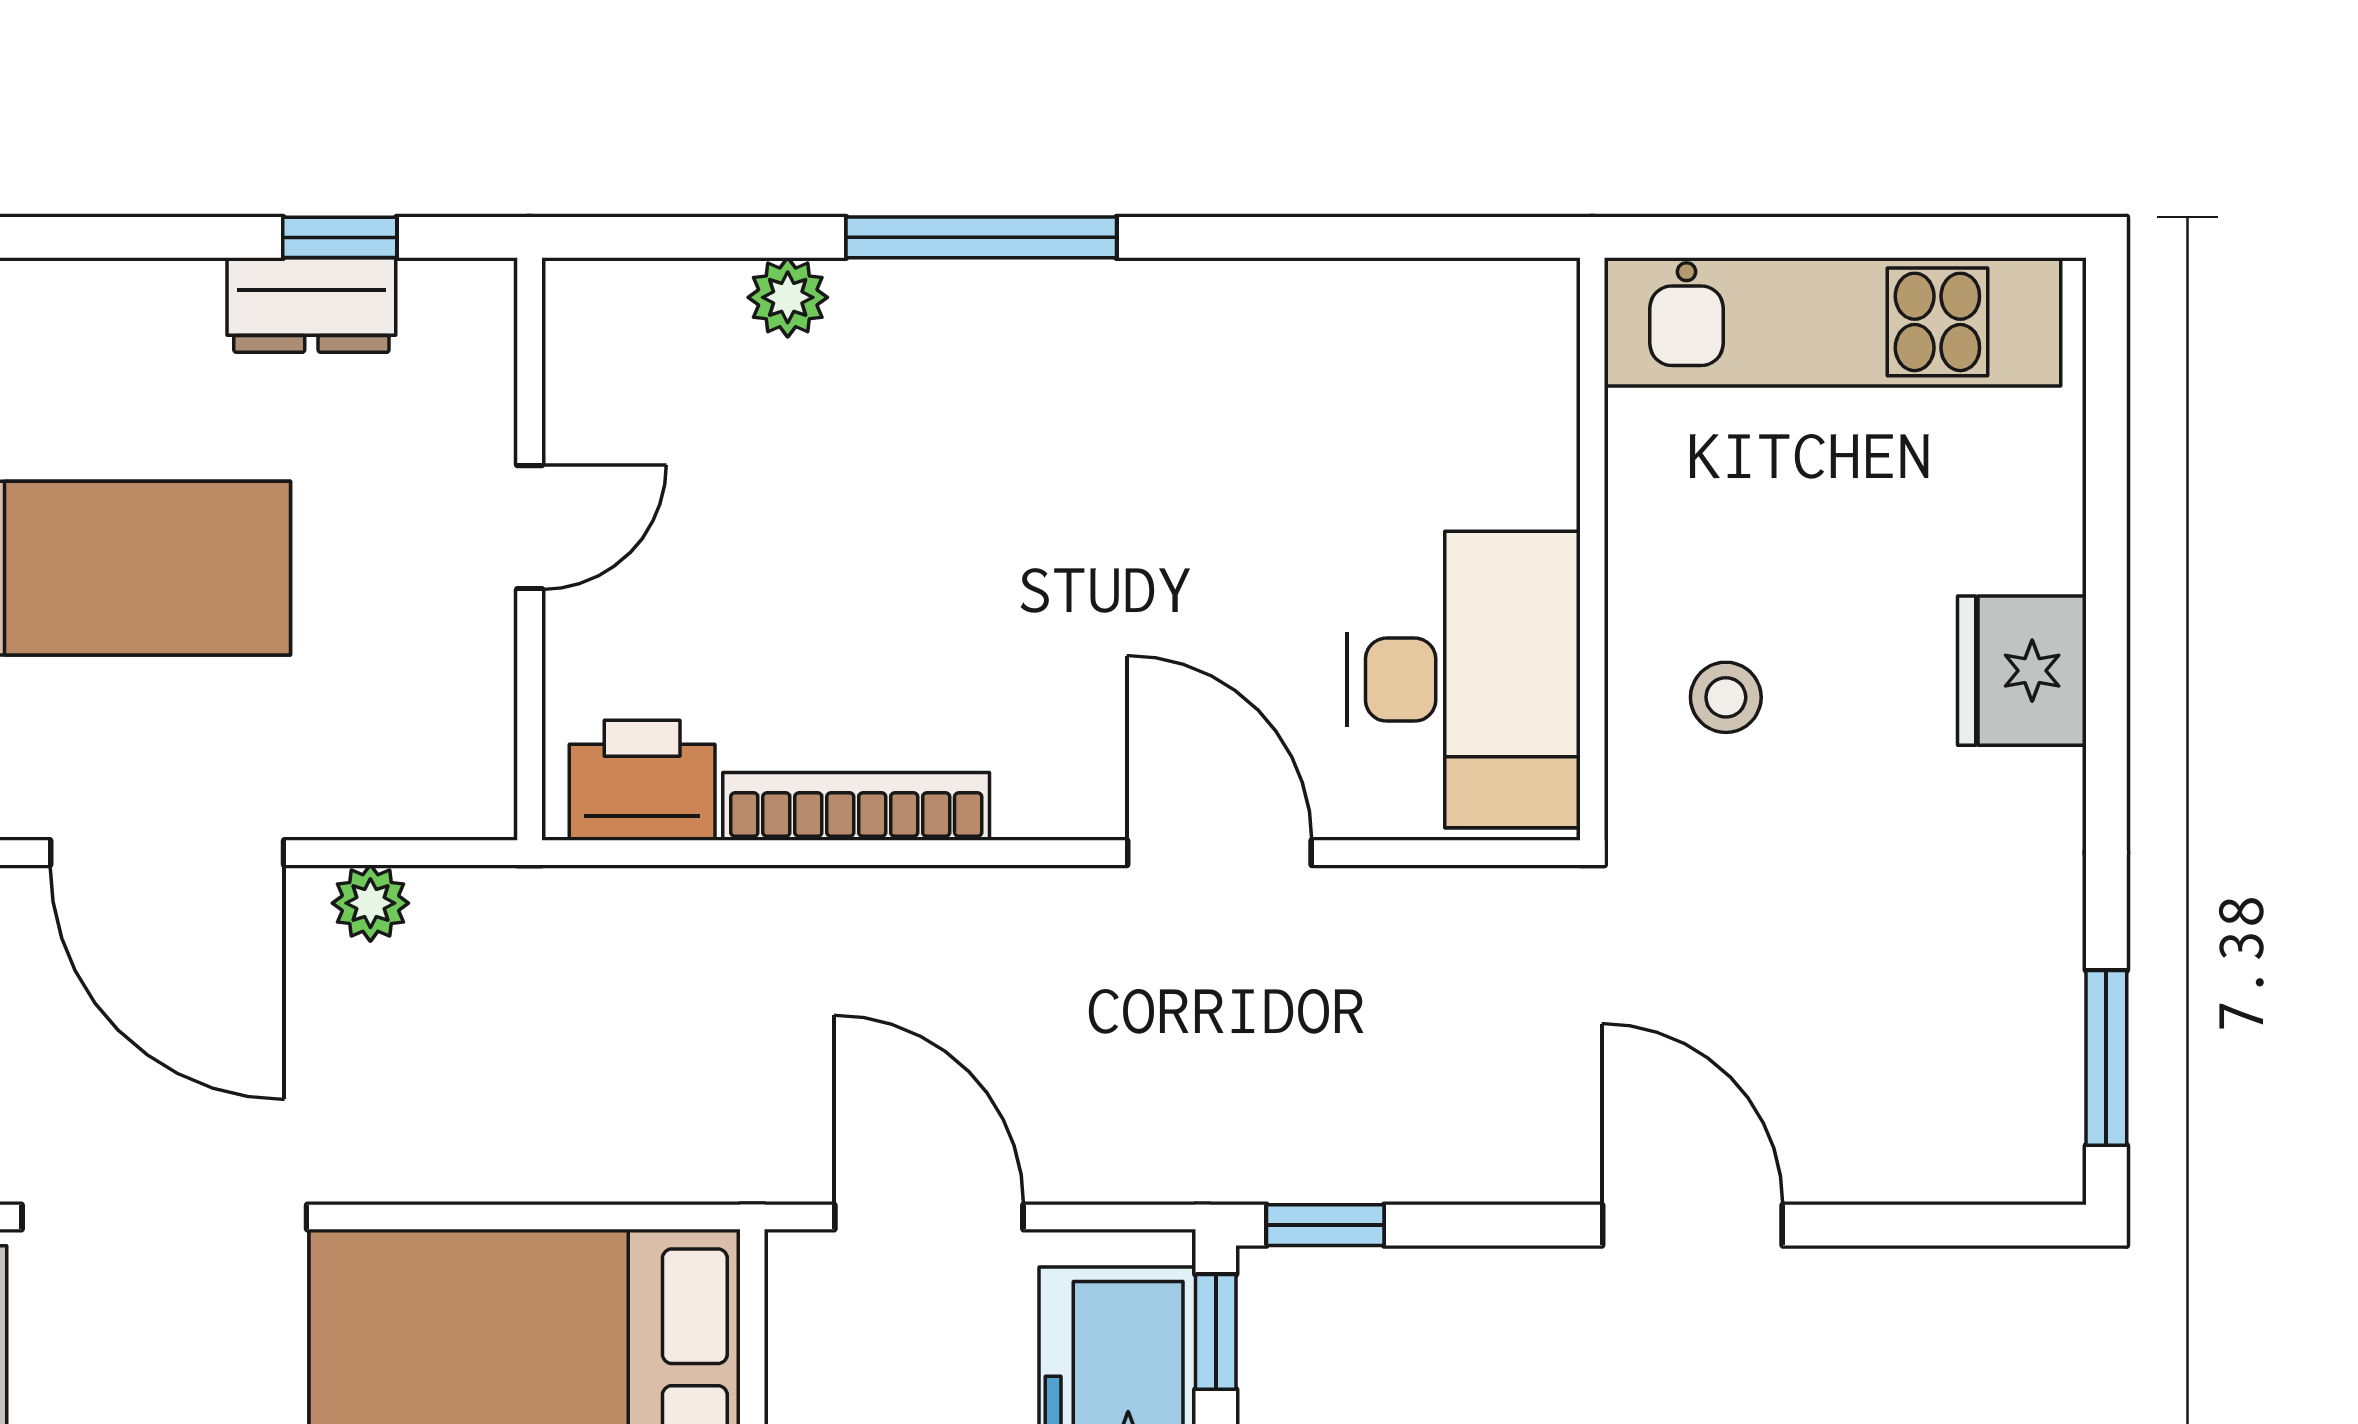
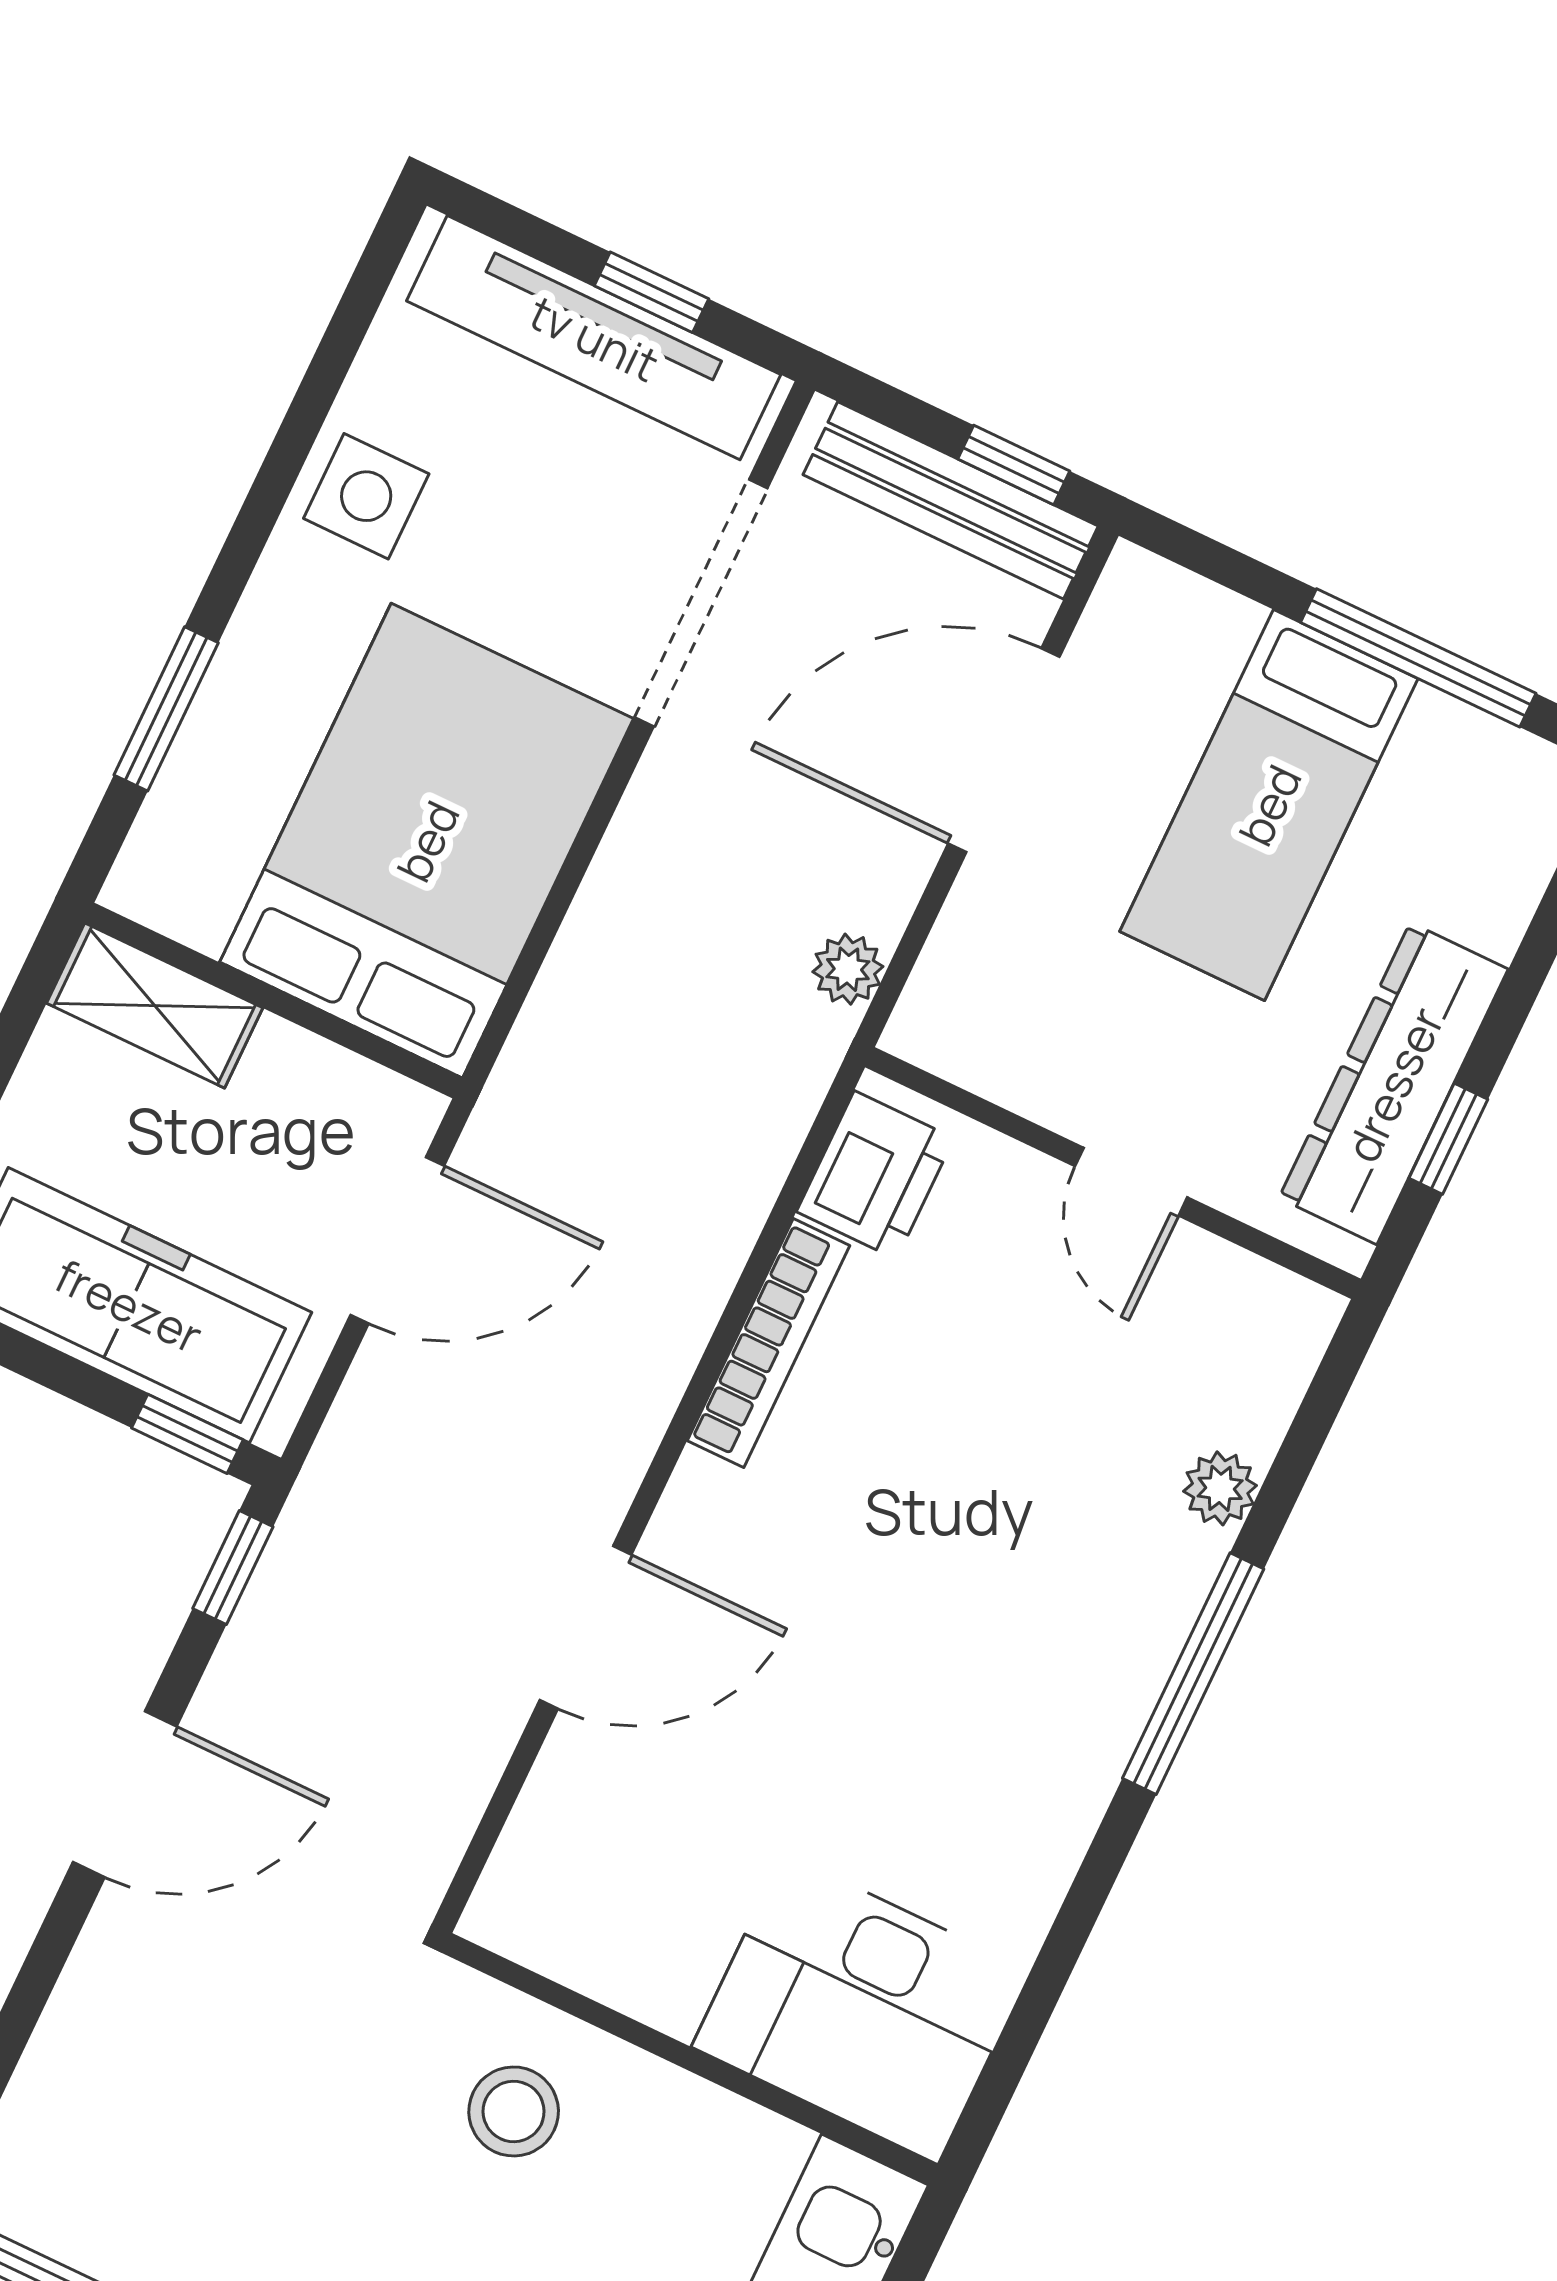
dresser: (311, 305) -> (1394, 1084), width x1.96, depth x1.24
desk: (1464, 680) -> (861, 2009), moved
stool: (1726, 697) -> (514, 2111), width x1.37, depth x1.37
plant: (370, 903) -> (848, 969), moved
door: (1692, 1225) -> (125, 1794), moved

